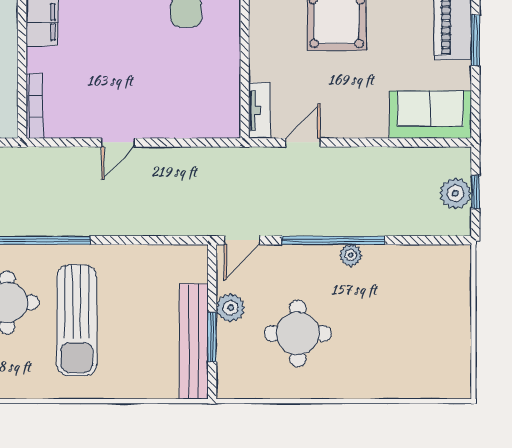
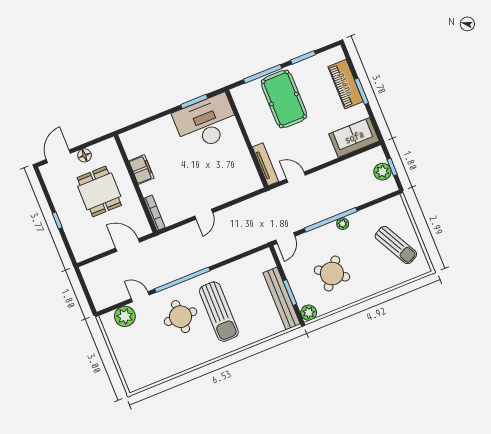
tv unit: (259, 111) -> (265, 164), width x1.41
door: (303, 142) -> (296, 177), hinge flipped
plant: (231, 308) -> (309, 313), moved
sun lounger: (428, 329) -> (396, 245), added
round table: (298, 333) -> (332, 273), turned 36

